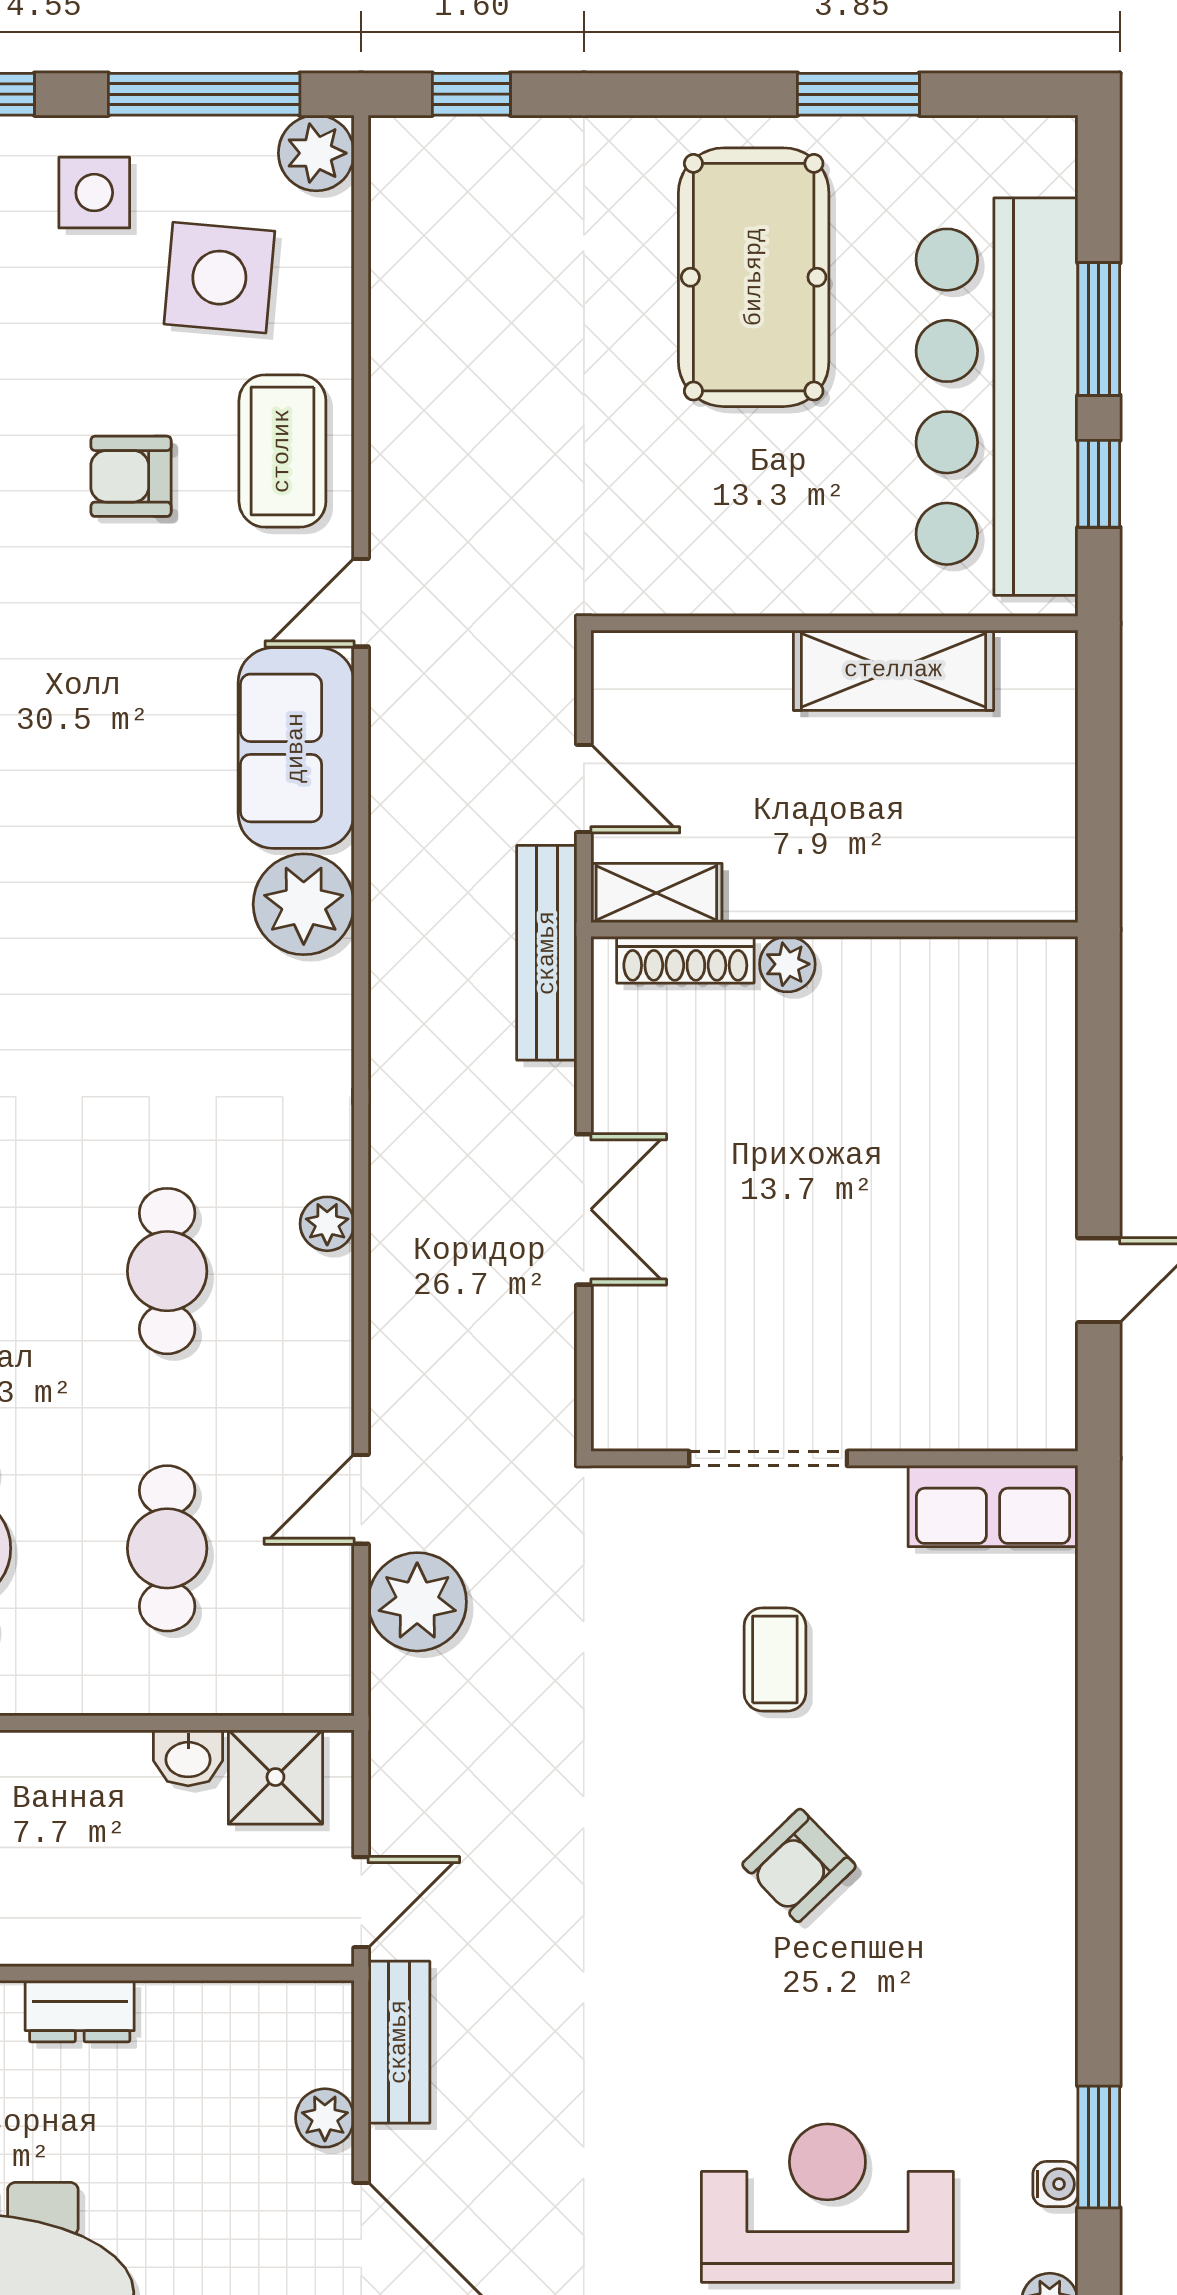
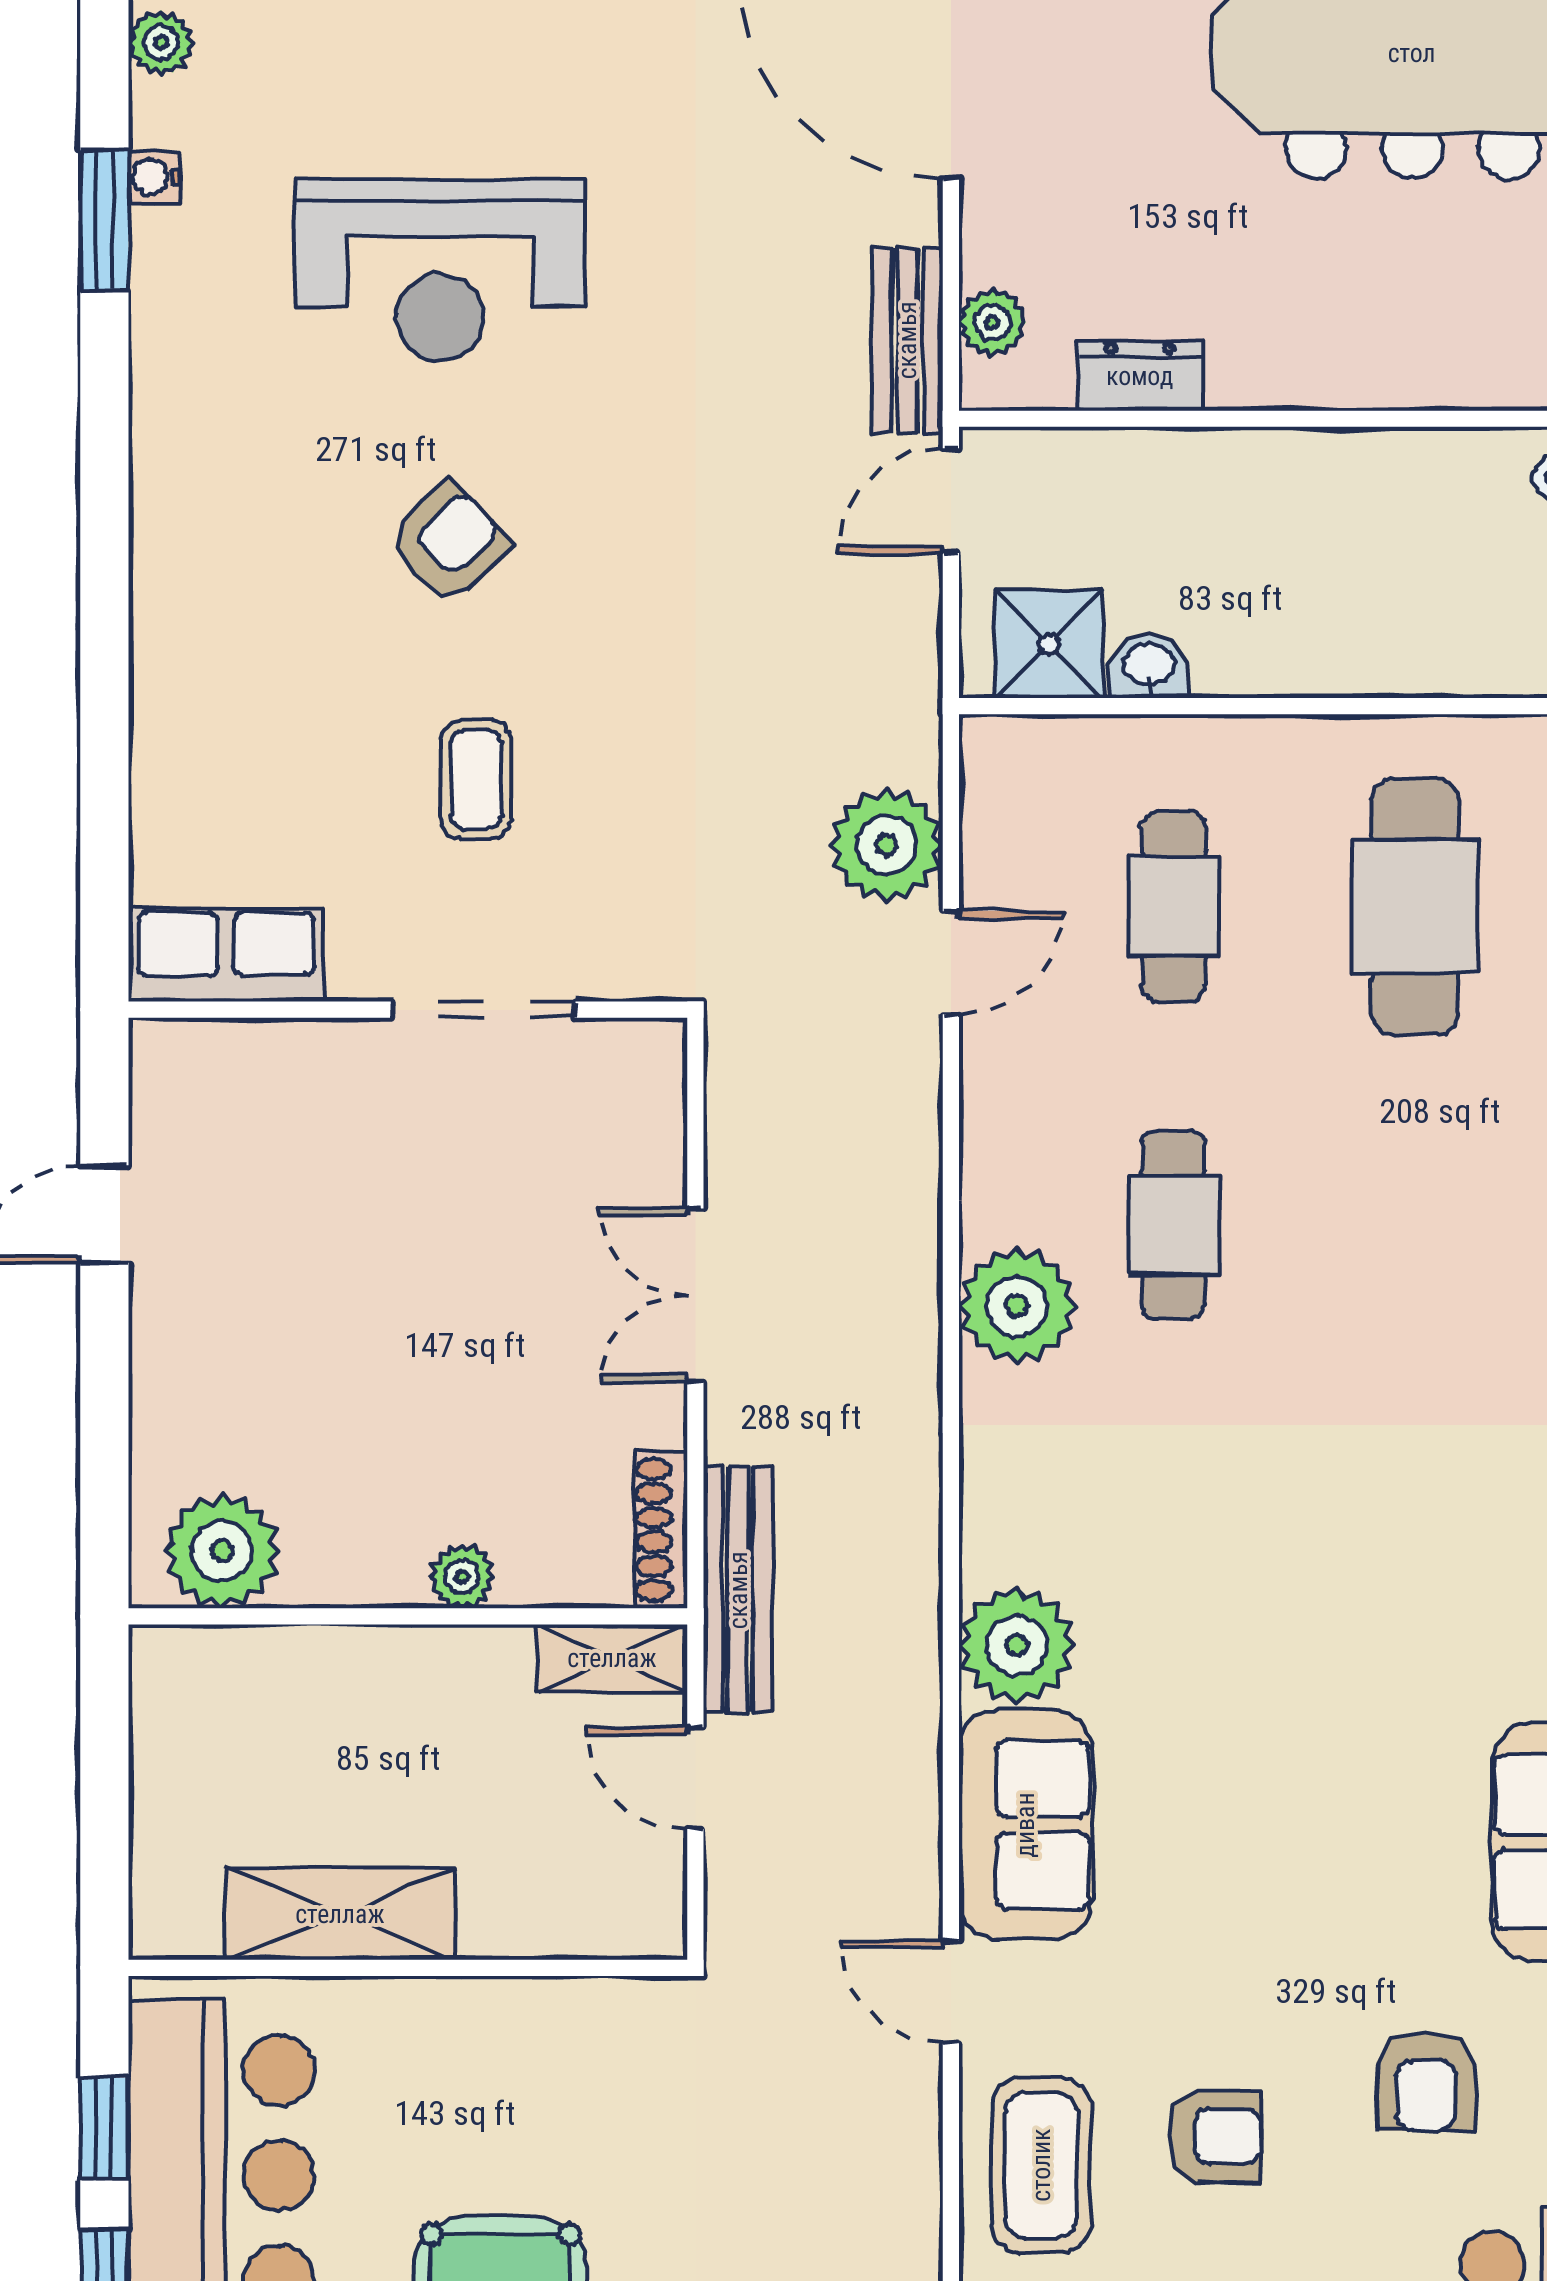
door: (361, 603) -> (951, 1991), swing flipped
shoe rack: (685, 960) -> (661, 1530), moved, turned -90
plant: (996, 987) -> (222, 1551), added
plant: (327, 1224) -> (1017, 1306), width x1.87, depth x1.87
dresser: (80, 2011) -> (1140, 376), moved
plant: (325, 2118) -> (992, 323), moved
reception desk: (827, 2203) -> (440, 270), moved

